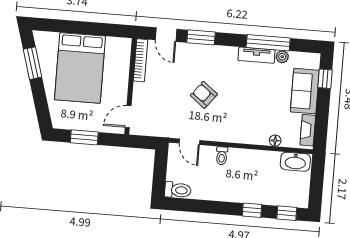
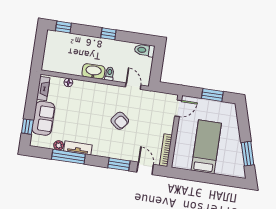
bed: (80, 68) -> (206, 147), width x0.67
washbasin: (295, 162) -> (93, 71), moved
window: (252, 210) -> (108, 34), moved

